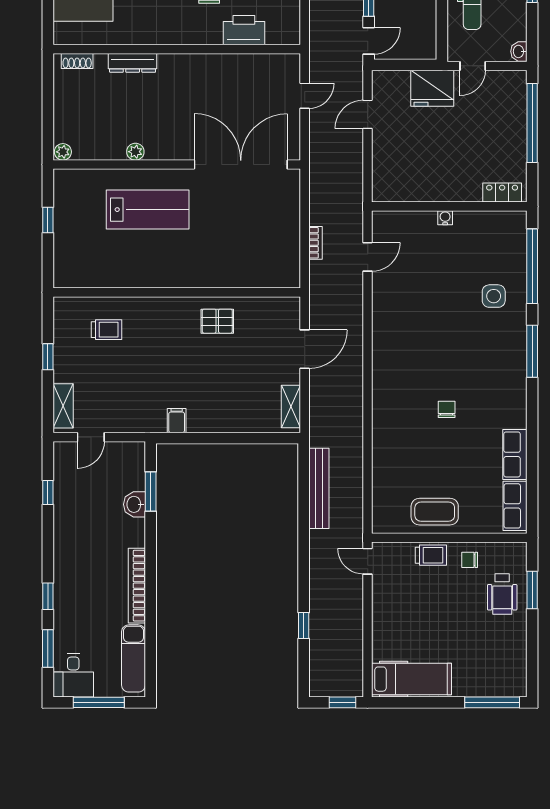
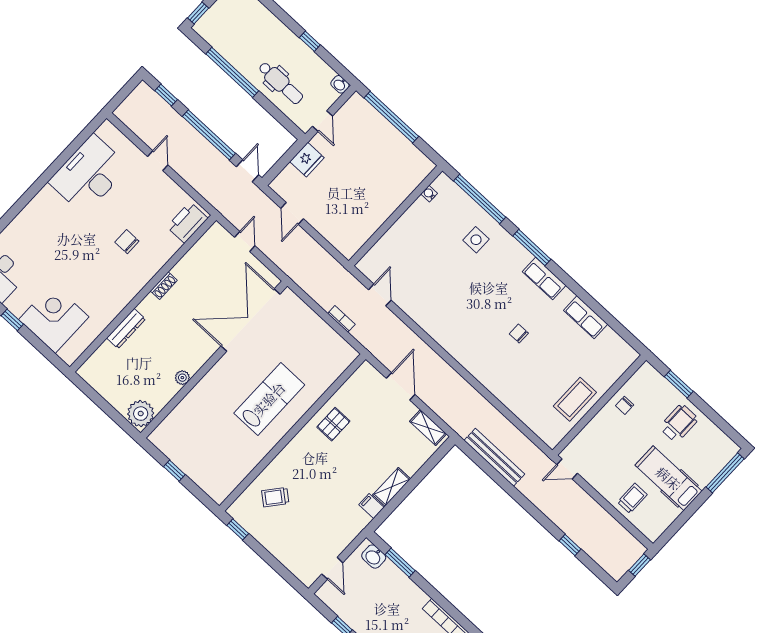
printer: (244, 30) -> (187, 222), moved
shoe rack: (77, 61) -> (164, 286), moved
fridge: (432, 88) -> (307, 160), width x0.73, depth x0.75
plant: (63, 152) -> (141, 414), width x1.87, depth x1.87
locker: (502, 193) -> (417, 175), removed
lab bench: (148, 210) -> (269, 399), moved
water cooler: (445, 218) -> (429, 194), moved
trolley: (107, 330) -> (275, 497), turned -141
window: (48, 357) -> (238, 529), moved
shelving: (63, 406) -> (392, 487), moved, turned 90
washbasin: (134, 504) -> (374, 557), moved
row of seats: (515, 506) -> (544, 279), moved
trolley: (431, 555) -> (632, 498), moved
wheelchair: (502, 594) -> (679, 423), moved, turned -90
hospital bed: (412, 679) -> (668, 478), moved, turned -90

